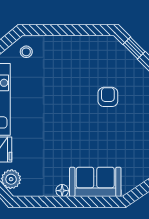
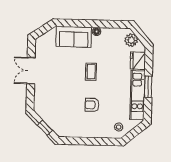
armchair: (108, 97) -> (92, 105), moved, turned 90
coffee table: (69, 132) -> (91, 72), added

